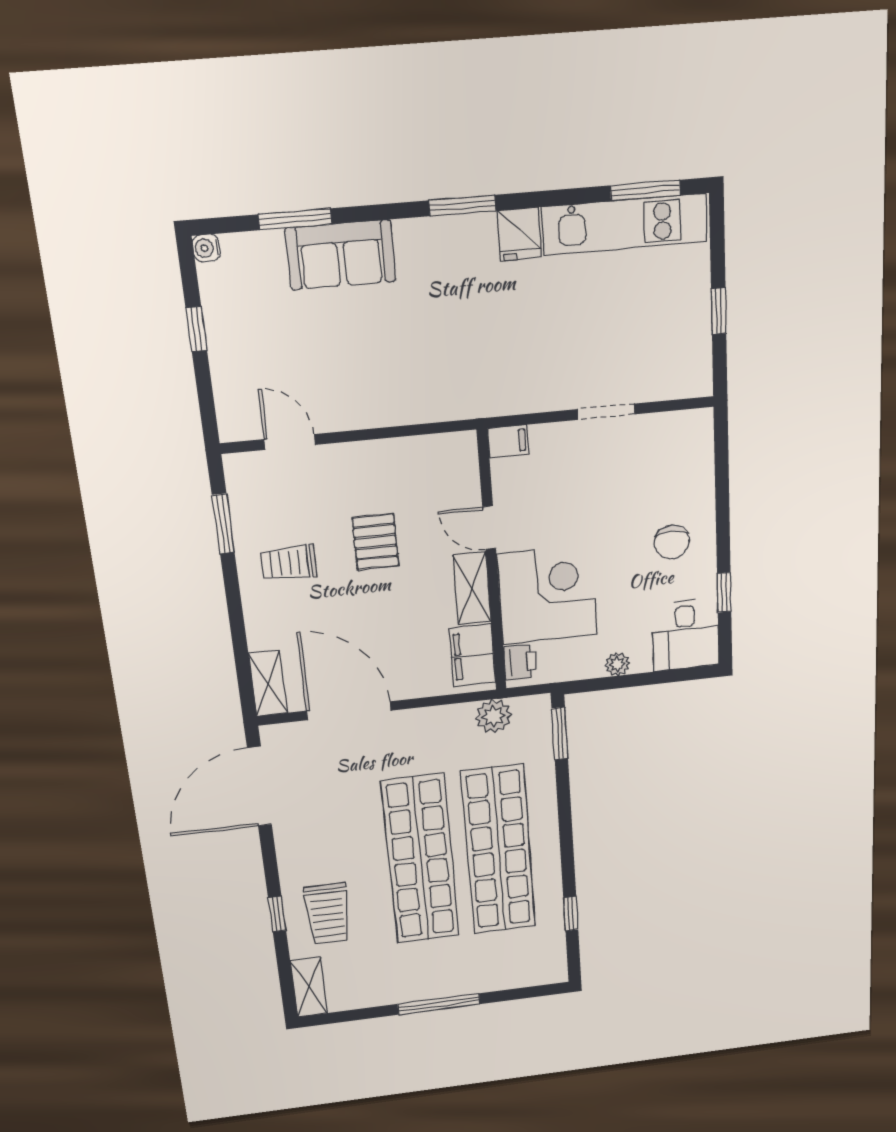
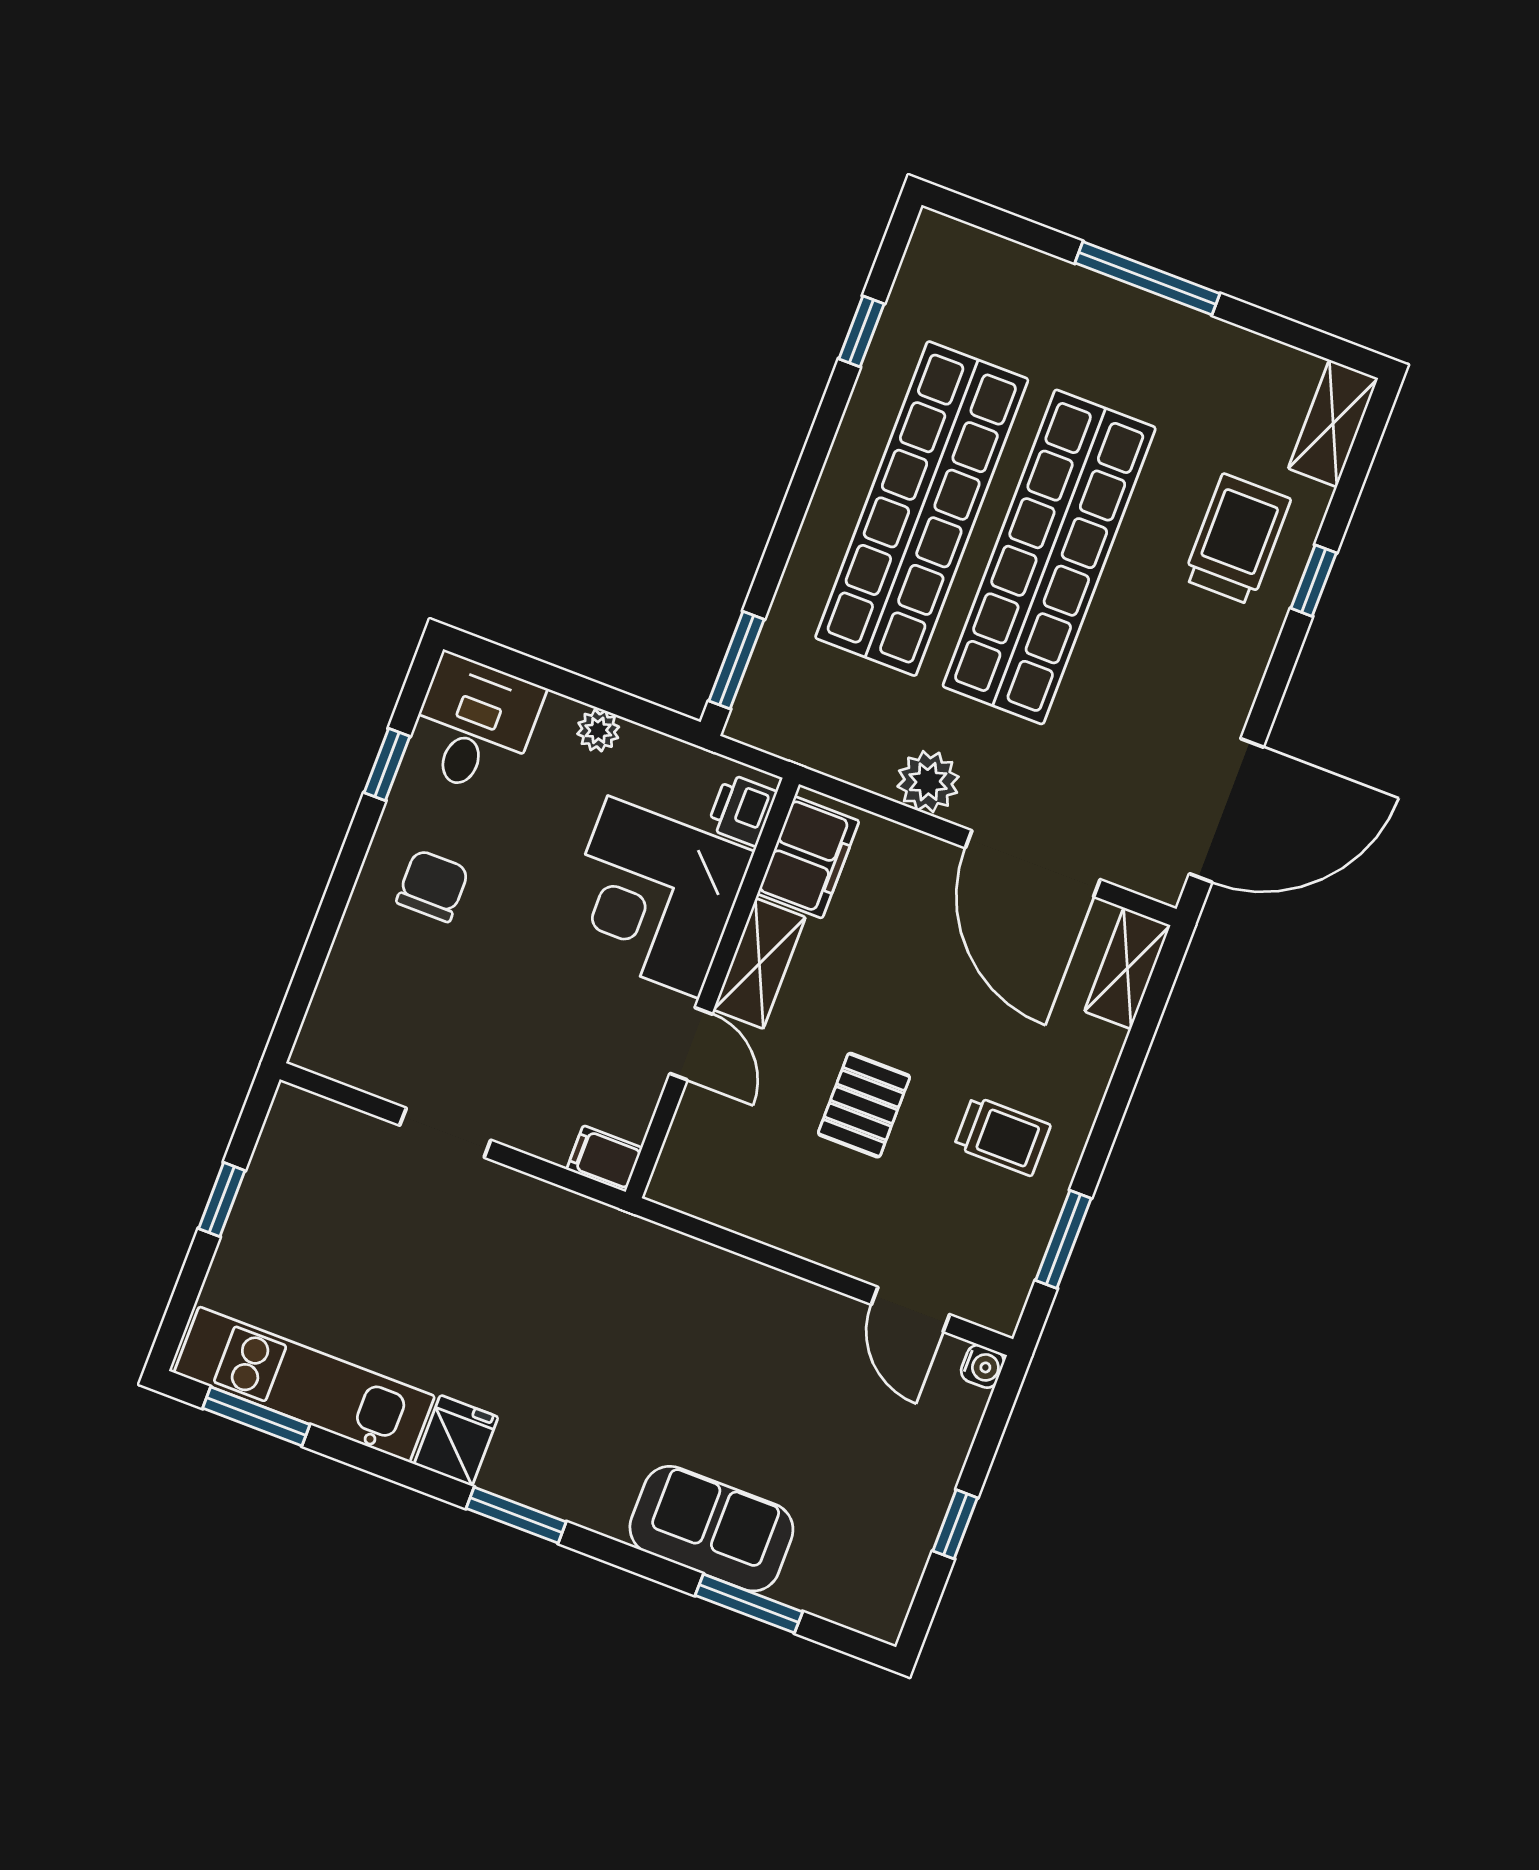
water cooler: (206, 248) -> (983, 1366), moved
plant: (493, 716) -> (928, 782), moved

